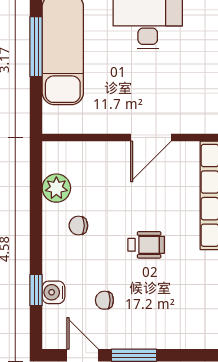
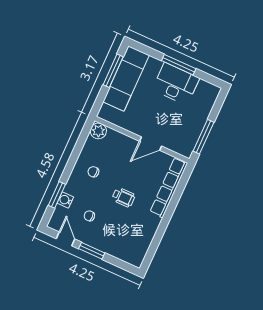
plant: (56, 188) -> (98, 131), moved
window: (36, 290) -> (57, 195), width x1.50

